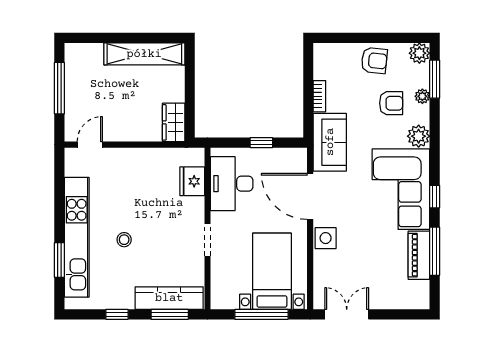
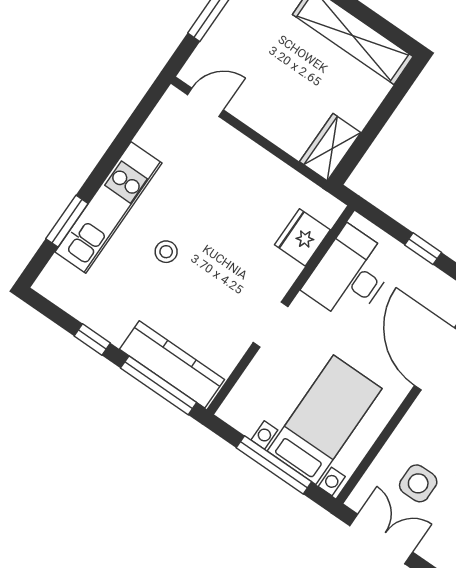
kitchen unit: (77, 237) -> (108, 207), width x0.73
side table: (326, 238) -> (418, 483), moved
window: (170, 314) -> (159, 385), width x1.44

